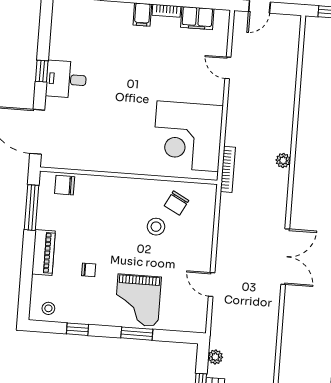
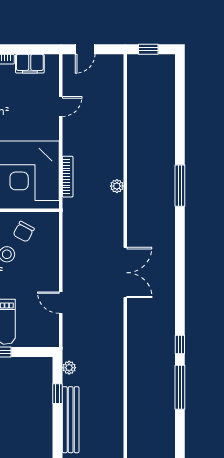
door: (228, 68) -> (61, 106), swing flipped
bookcase: (228, 169) -> (68, 177), moved

